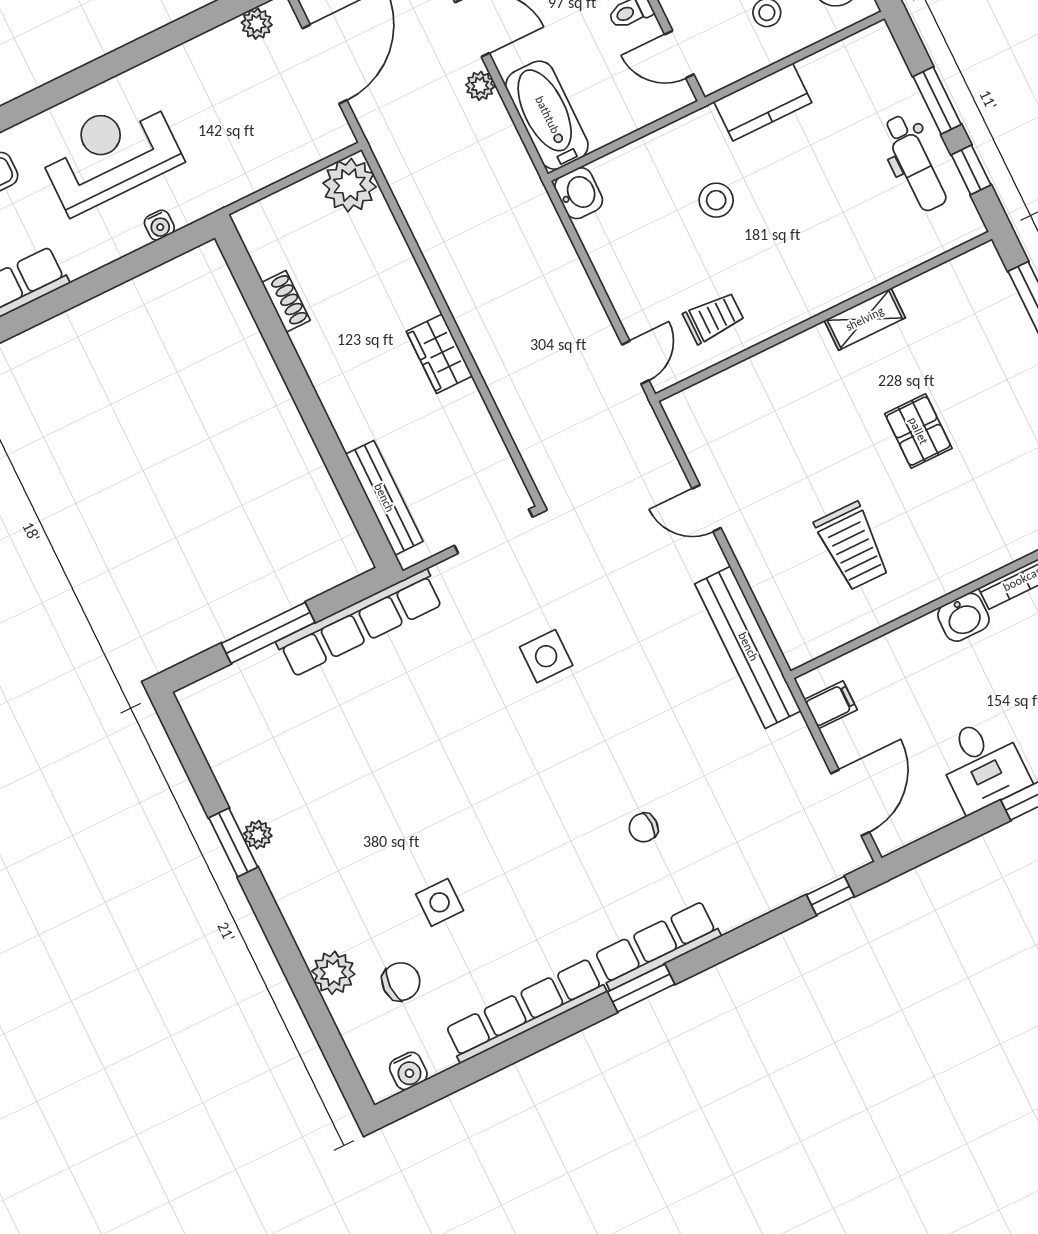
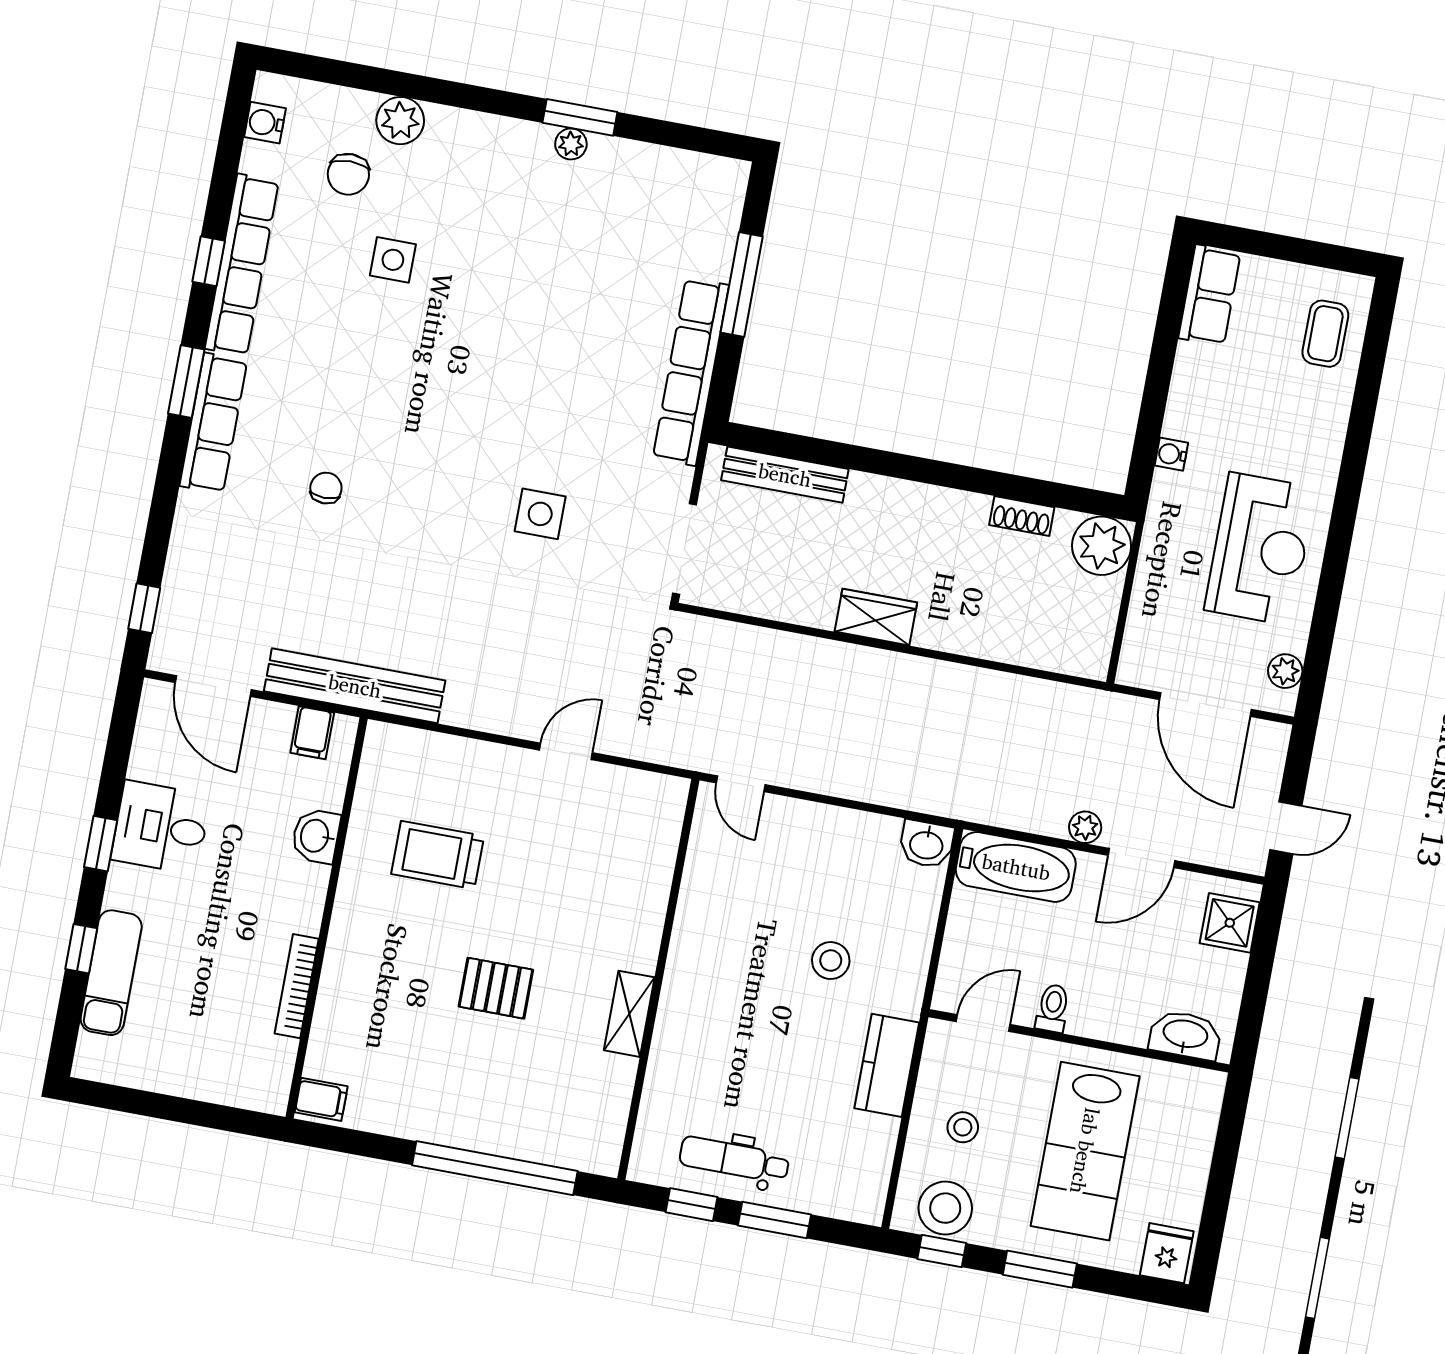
reception desk: (110, 154) -> (1260, 549), moved
plant: (350, 185) -> (1102, 546), moved
trolley: (714, 318) -> (729, 882), removed
washbasin: (963, 617) -> (316, 836), moved
bench: (748, 647) -> (355, 686), moved
window: (541, 1037) -> (209, 261), added

